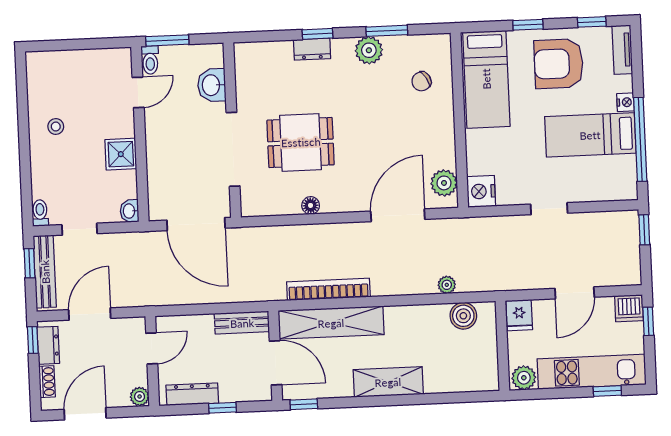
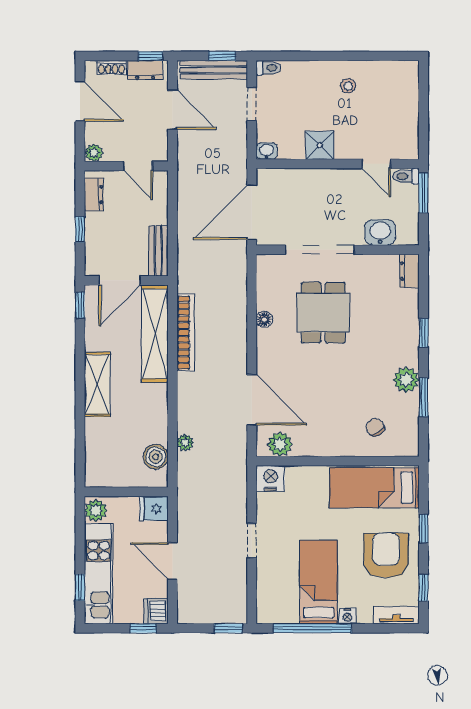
dresser: (312, 49) -> (409, 271), moved
dresser: (192, 394) -> (94, 194), width x0.70

